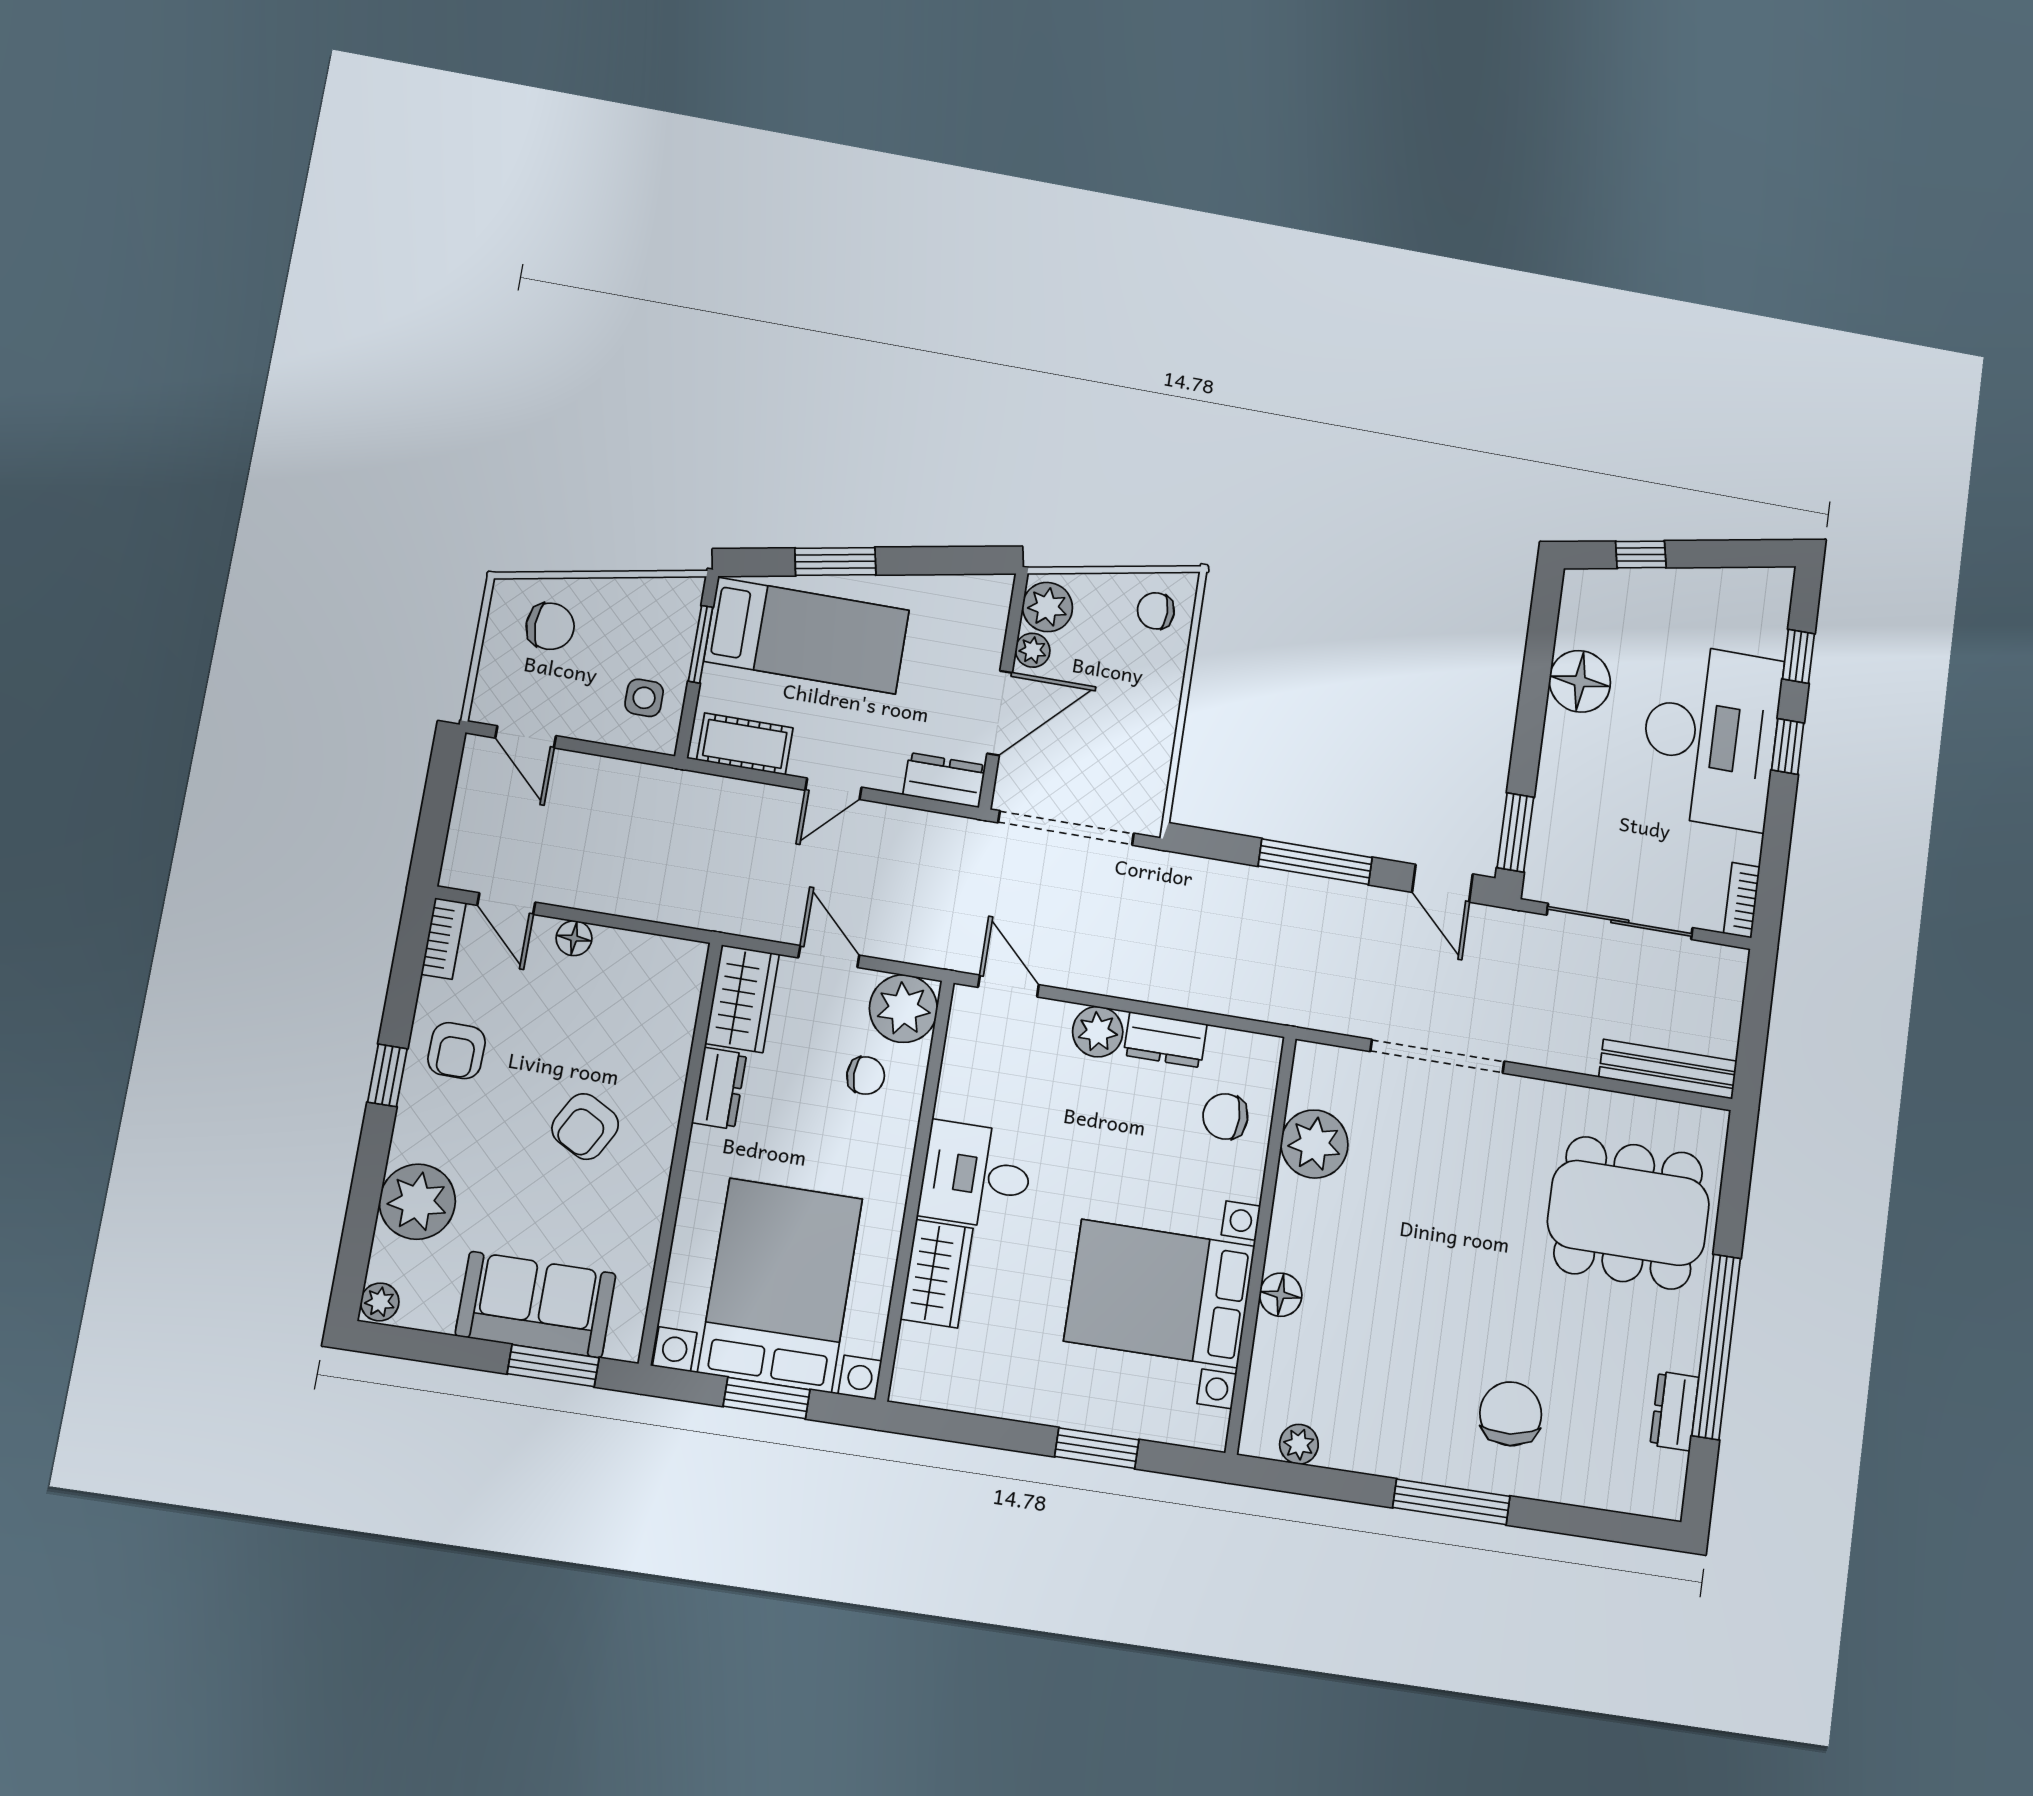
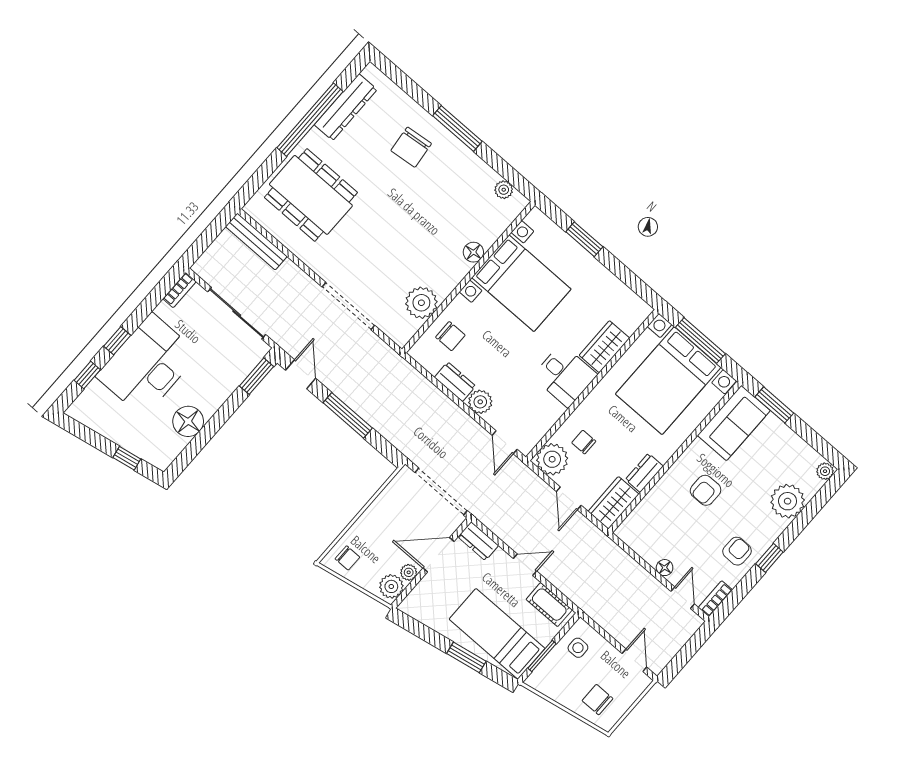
armchair: (585, 1127) -> (706, 490), turned 151
sofa: (536, 1305) -> (734, 423), moved, turned -90
window: (767, 1398) -> (700, 340), width x1.44
dresser: (1675, 1411) -> (346, 107), width x1.96, depth x1.24

